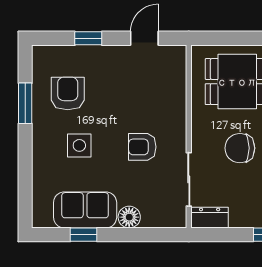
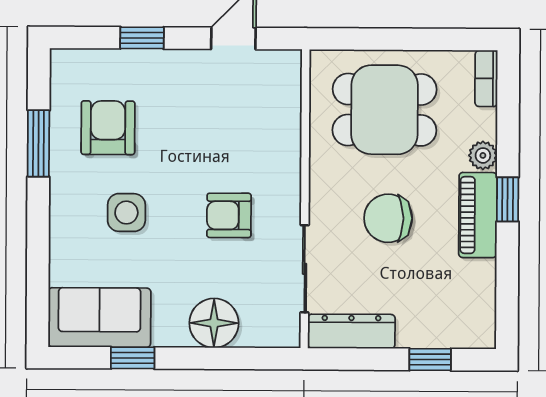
sofa: (85, 210) -> (99, 317), moved
floor lamp: (129, 217) -> (214, 323), width x1.38, depth x1.38
dresser: (210, 218) -> (351, 331), width x1.44

